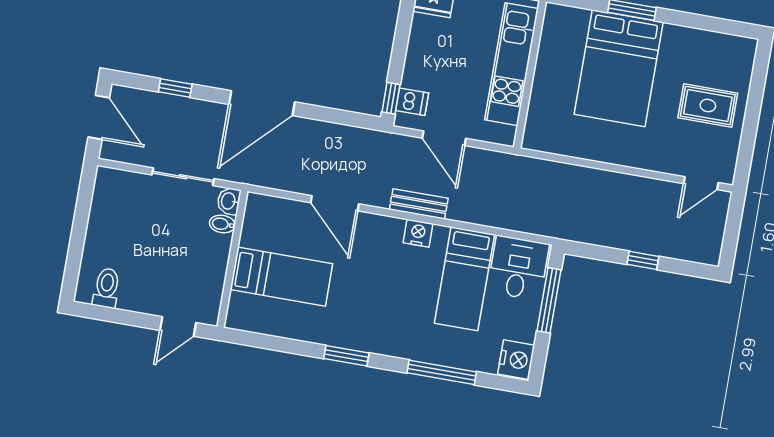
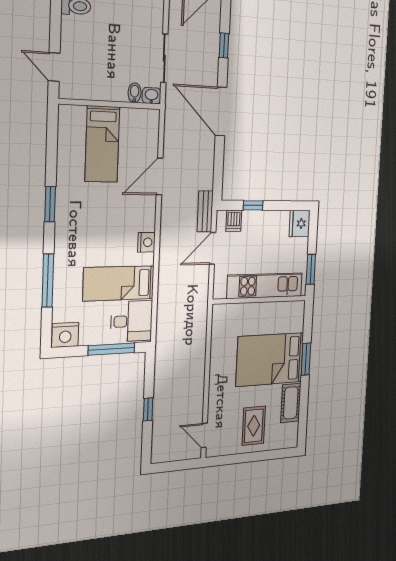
cot: (690, 42) -> (291, 403), added
window: (391, 98) -> (253, 205), moved
bench: (419, 204) -> (205, 211), moved

